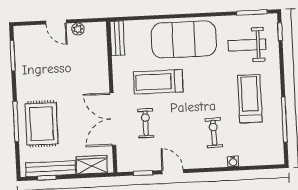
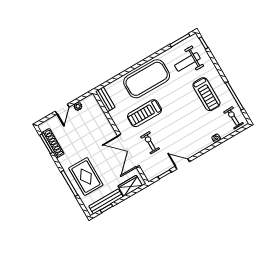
door: (56, 22) -> (62, 109), hinge flipped
shoe rack: (21, 59) -> (53, 143), added
treadmill: (250, 99) -> (206, 94), turned 180
exercise bike: (214, 133) -> (233, 118), moved

